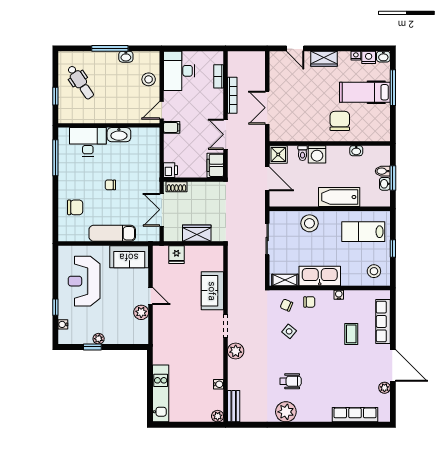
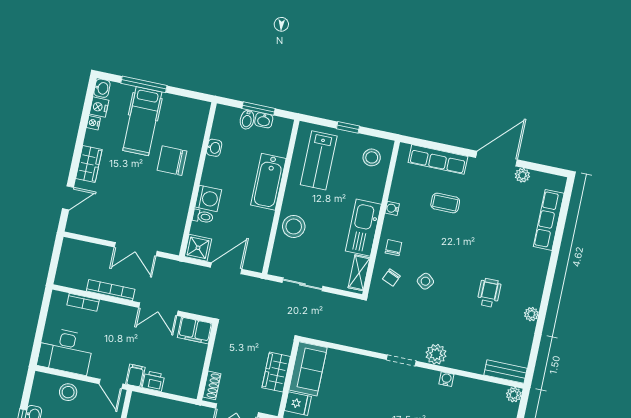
printer: (170, 170) -> (154, 381), moved
sofa: (212, 291) -> (308, 369), moved, turned -90
water cooler: (219, 384) -> (446, 379), moved
plant: (286, 412) -> (531, 314), width x0.53, depth x0.53

